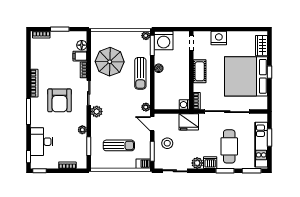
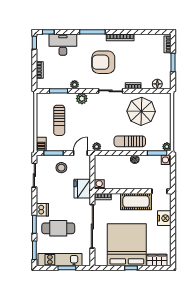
washing machine: (164, 41) -> (166, 160), width x0.53, depth x0.53
filing cabinet: (80, 56) -> (147, 82), removed
cot: (200, 71) -> (136, 202), width x1.37, depth x1.34
plant: (97, 112) -> (82, 99), moved
plant: (197, 163) -> (42, 197), removed

